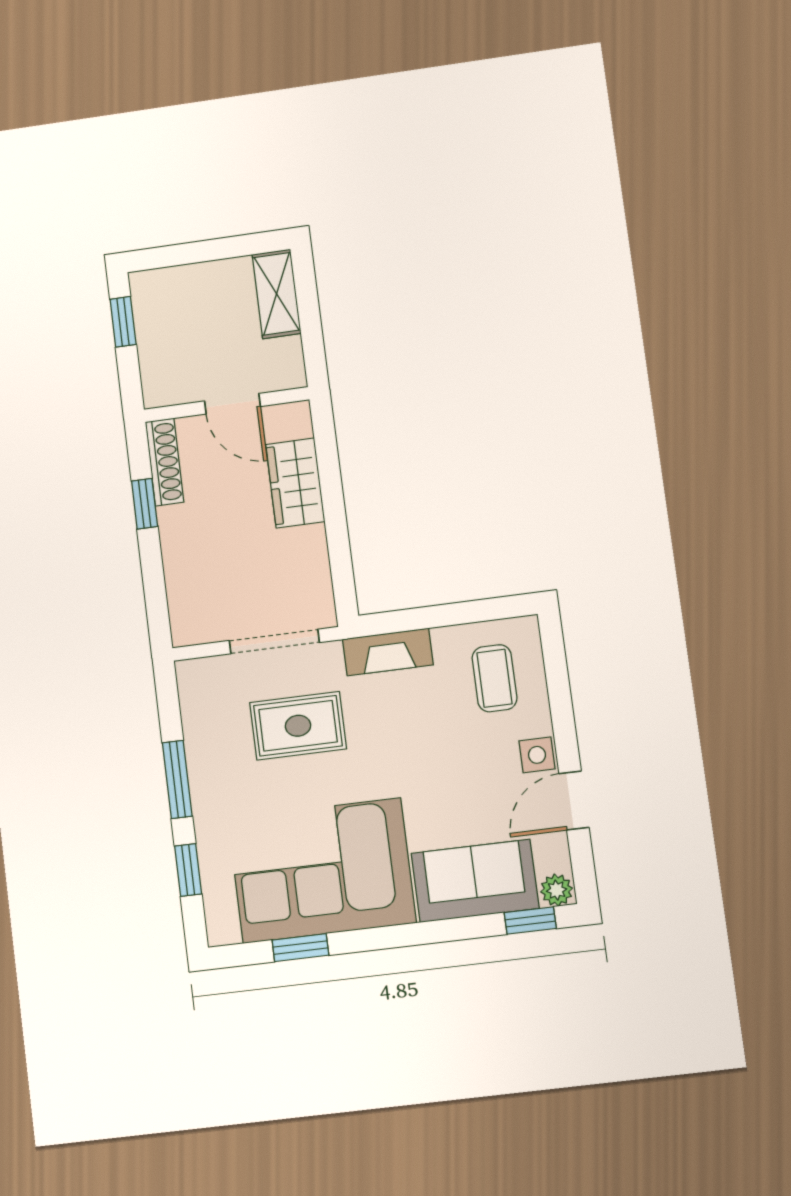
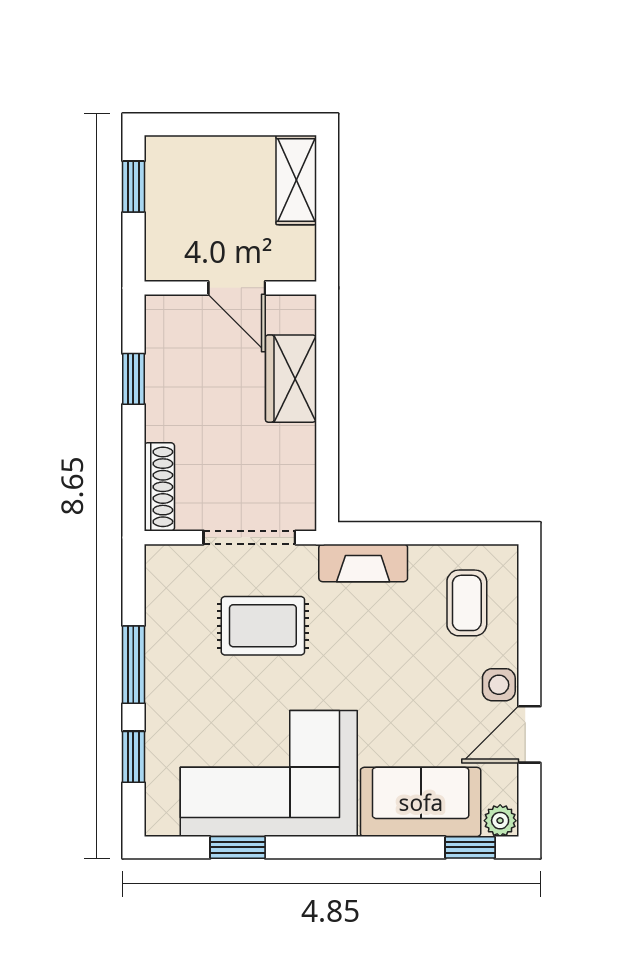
shoe rack: (165, 462) -> (159, 487), moved

